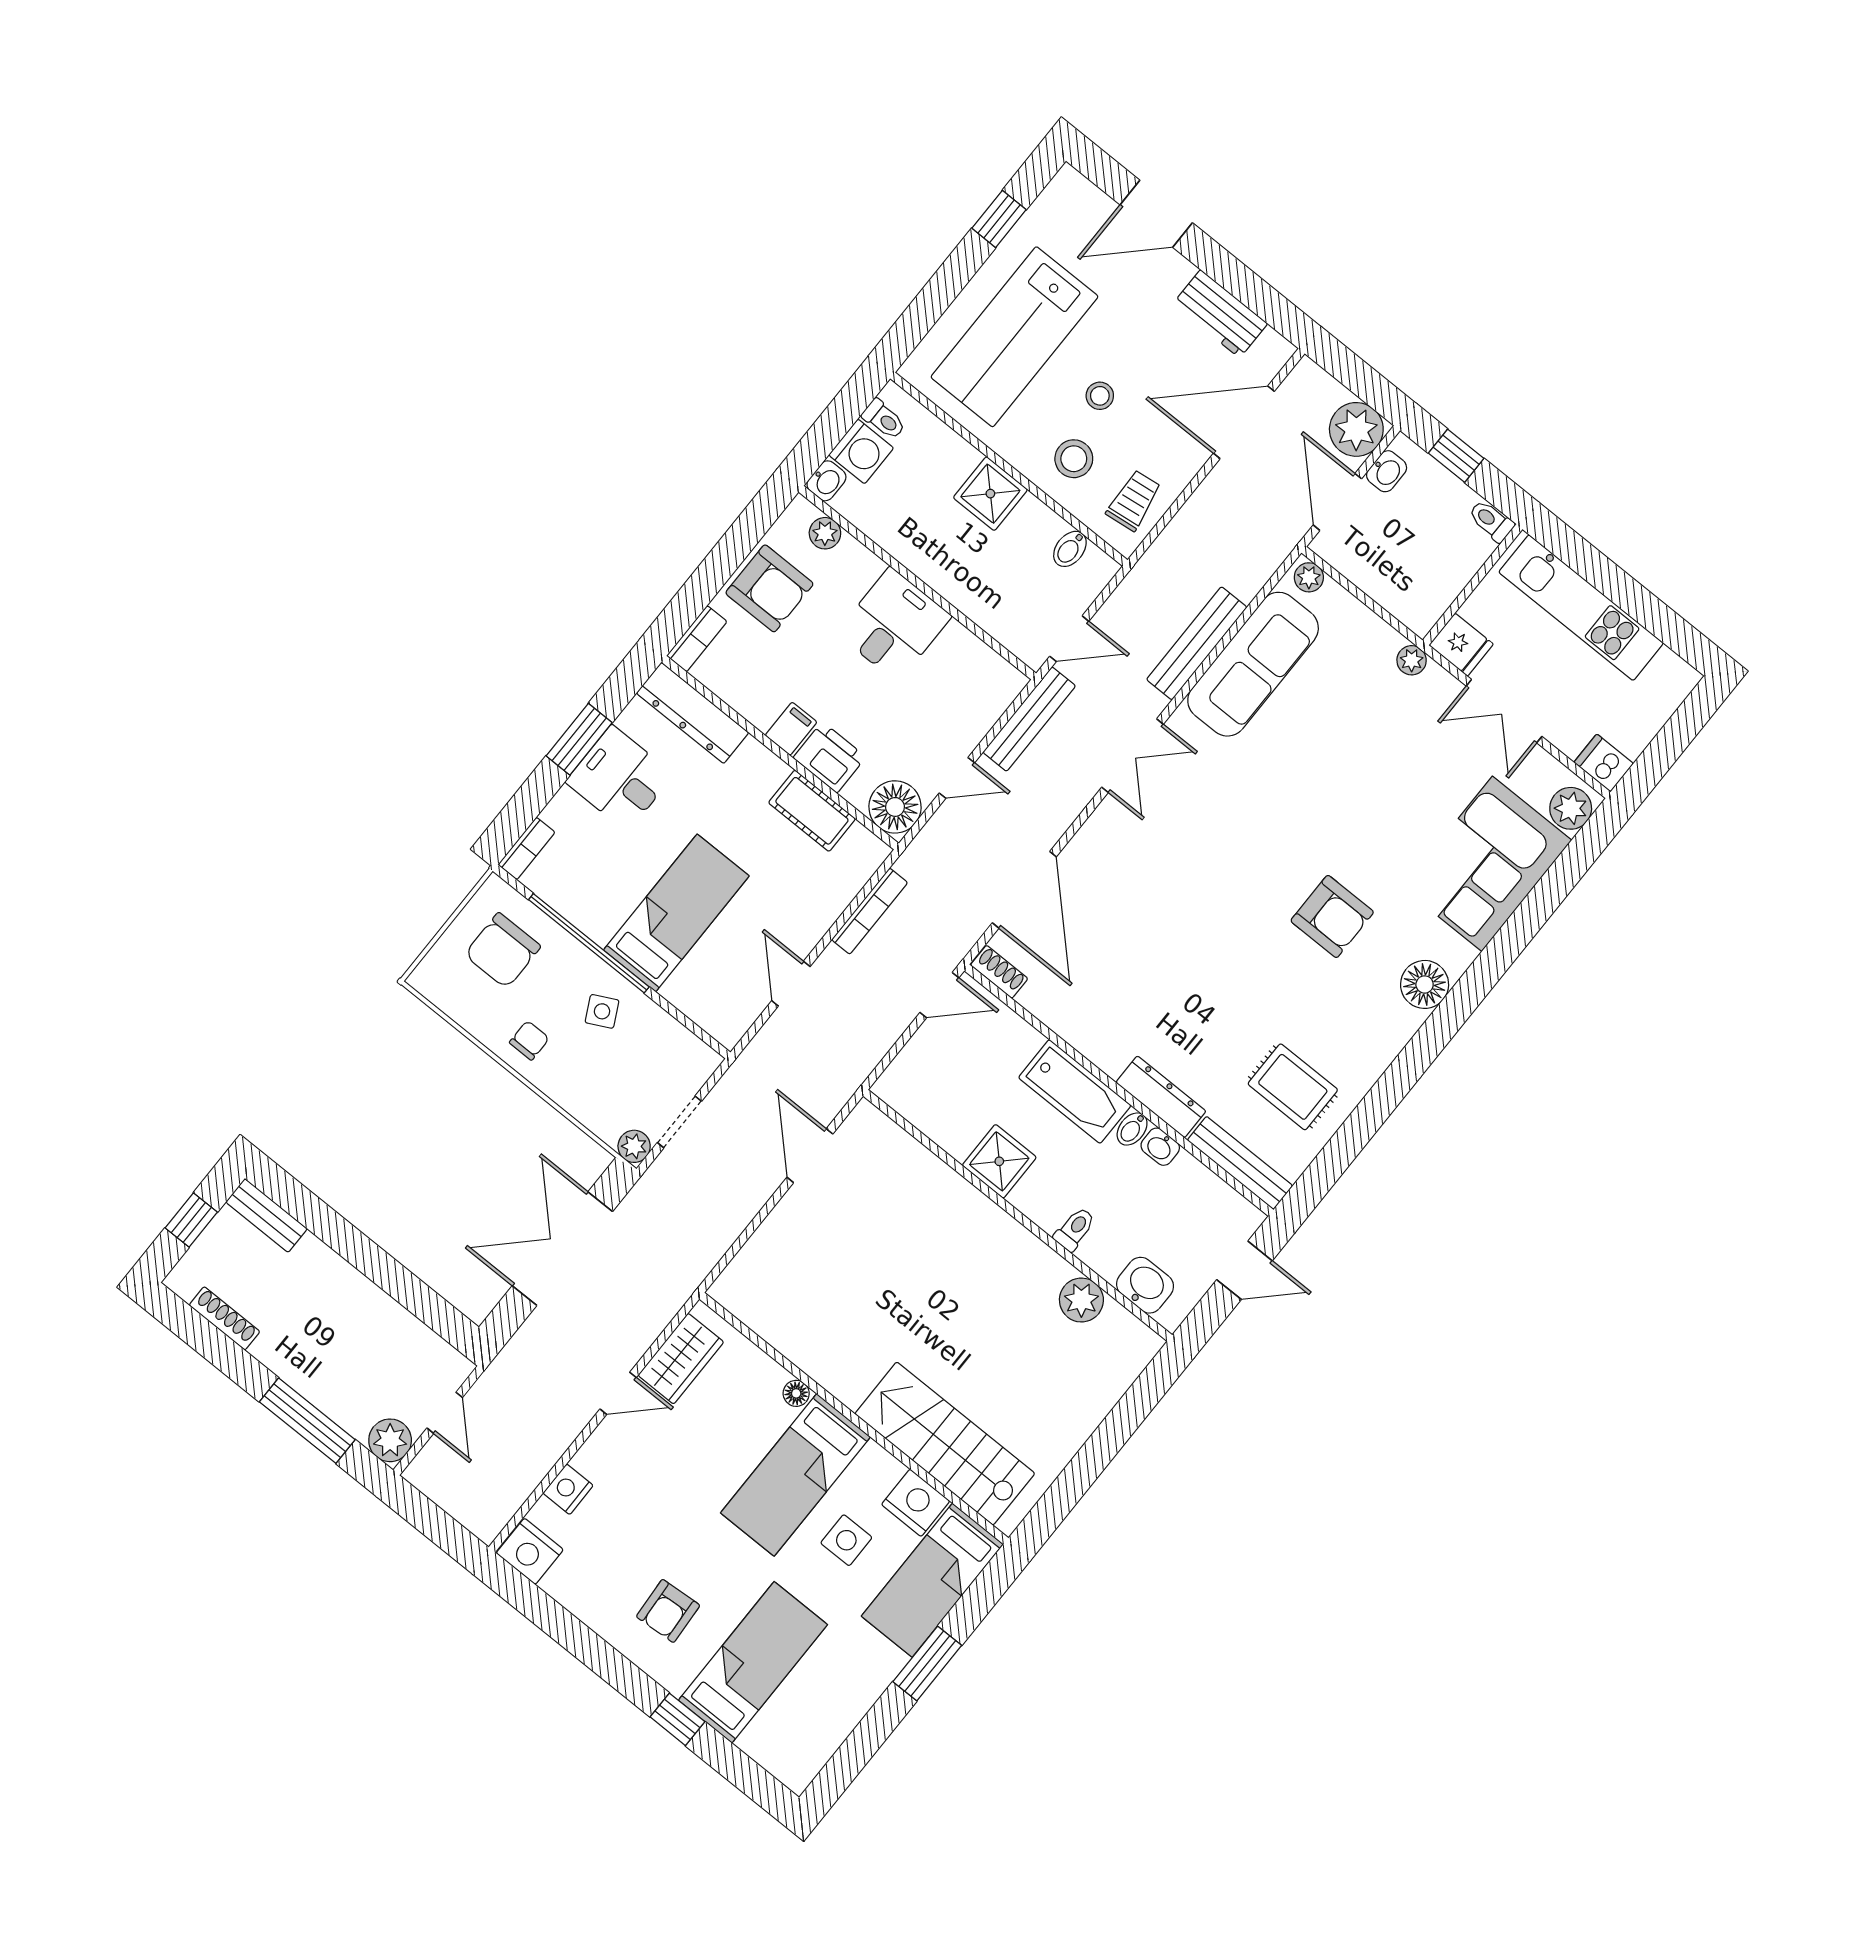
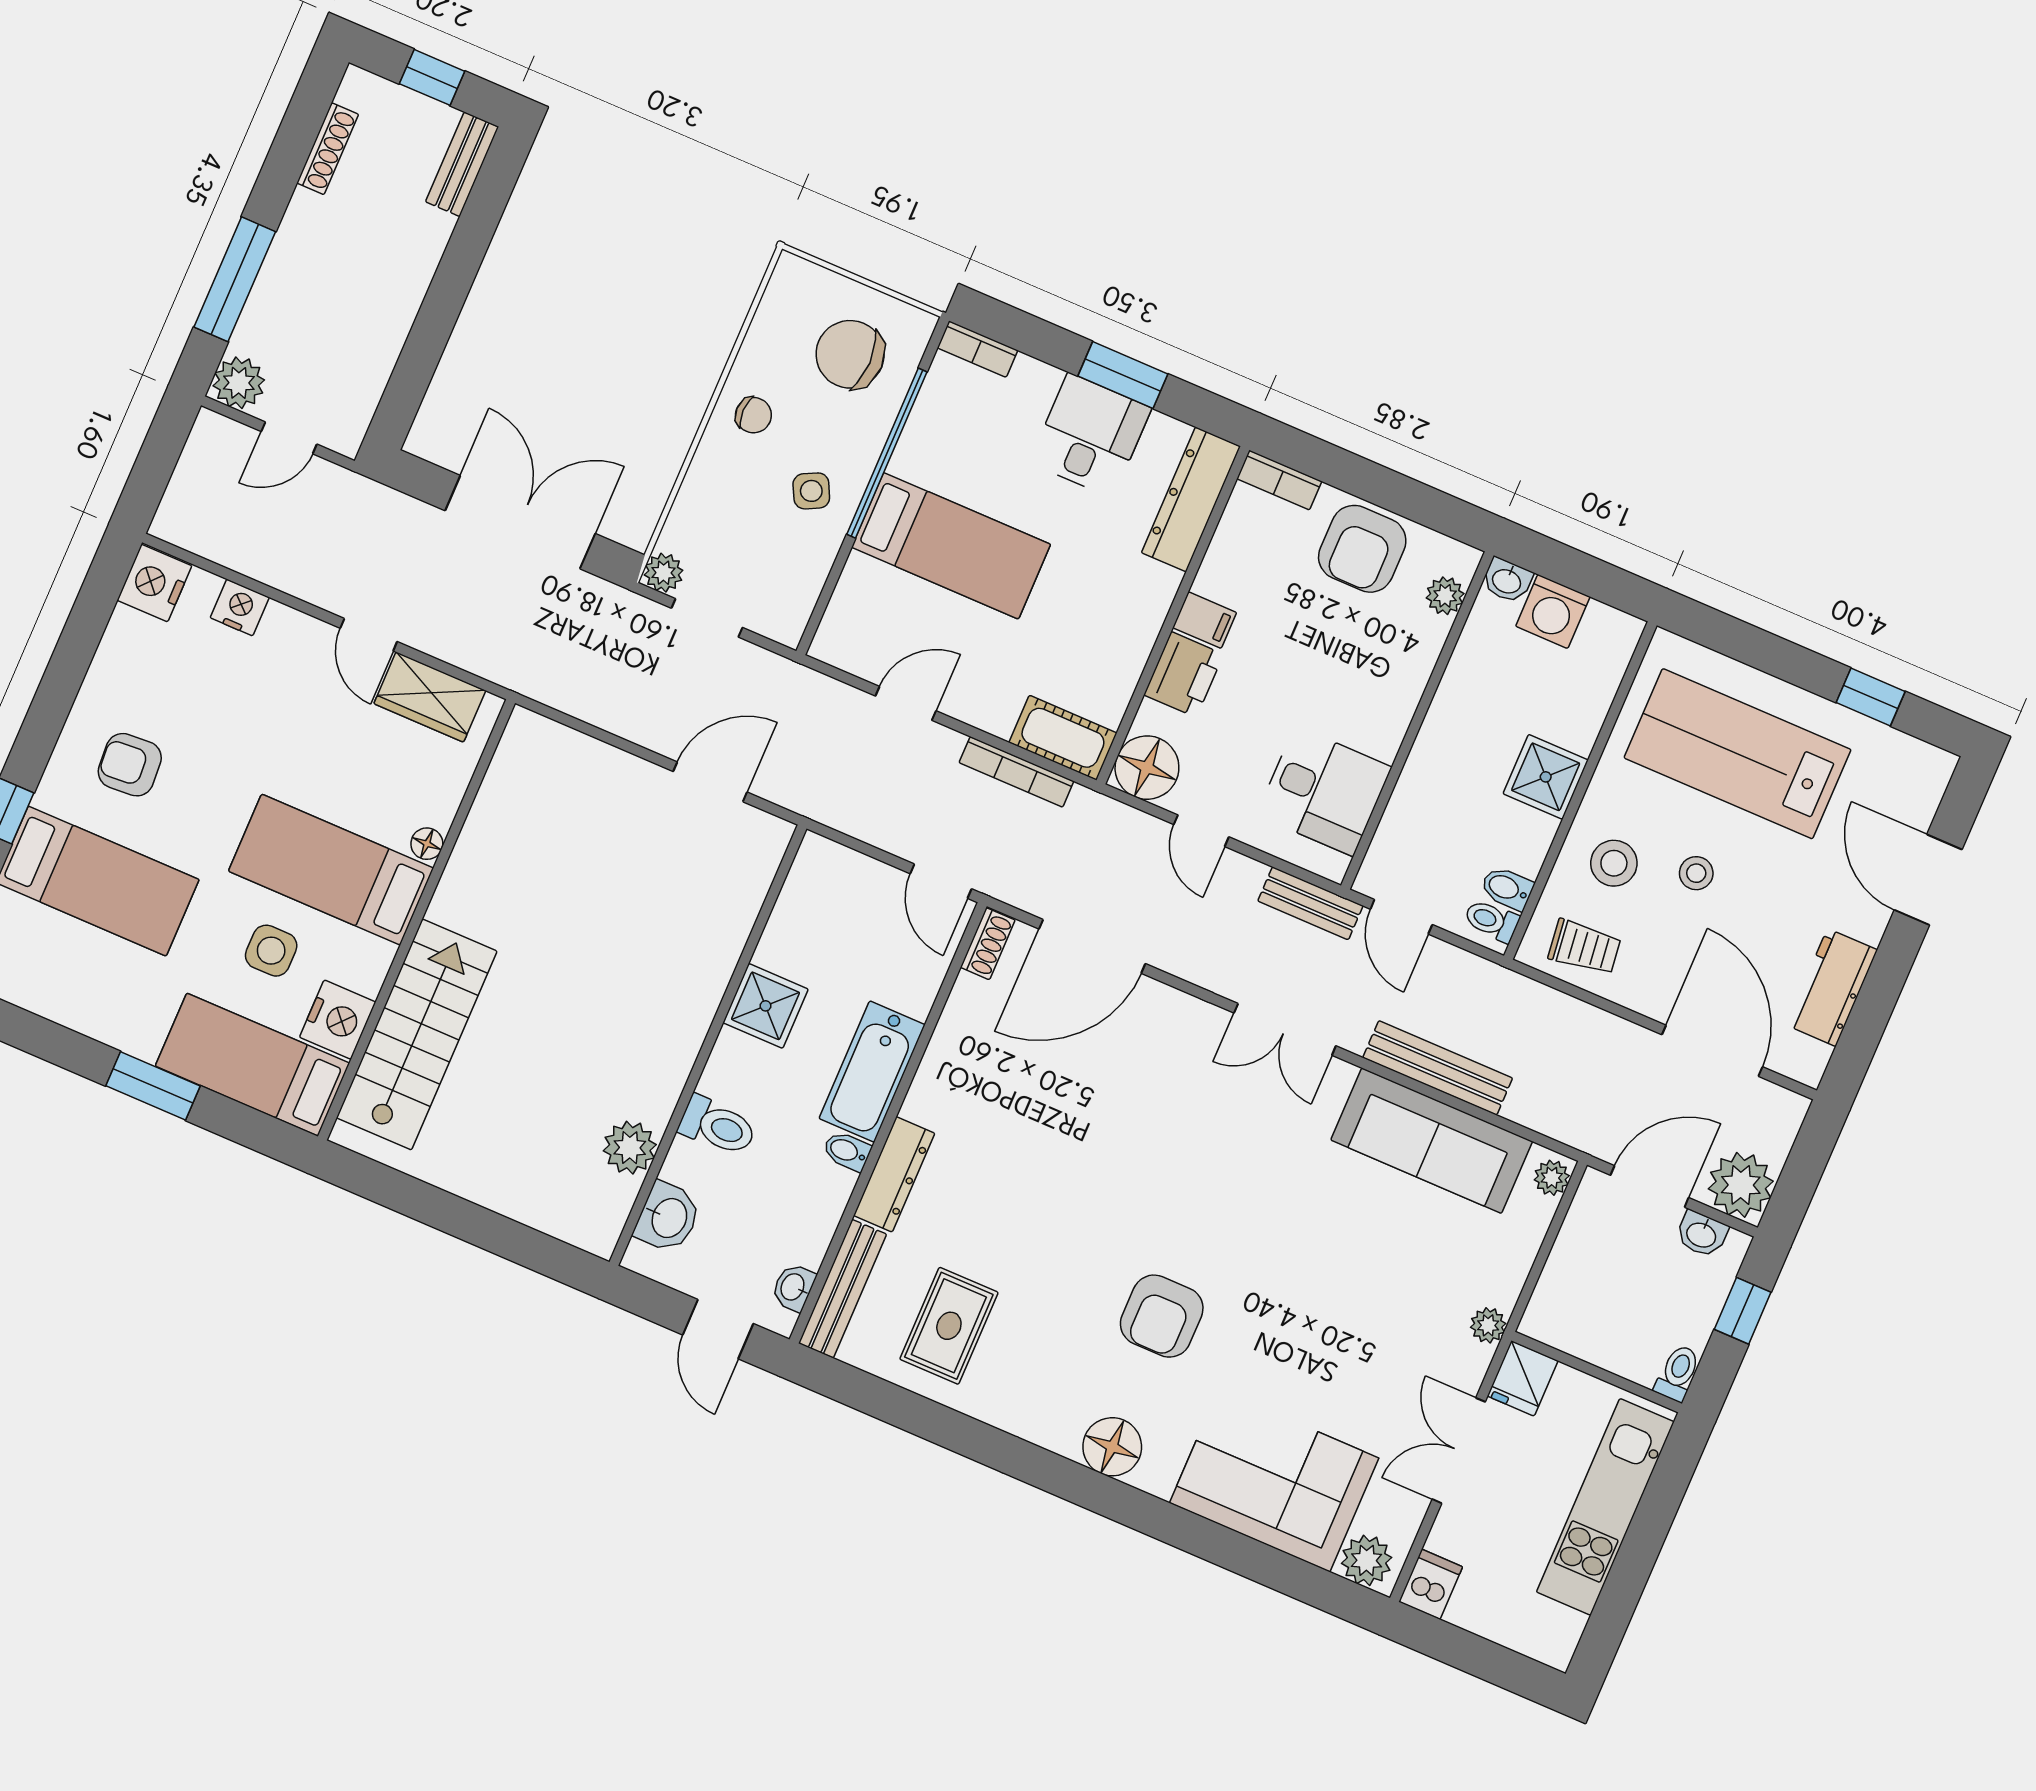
toilet: (884, 419) -> (1491, 921), moved, turned 90
desk: (894, 625) -> (1324, 791), moved
bench: (1029, 719) -> (1310, 903), width x0.73
cot: (812, 811) -> (1063, 738), moved, turned 90
washbasin: (1160, 1147) -> (793, 1287), moved
toilet: (1075, 1229) -> (718, 1126), width x1.37, depth x1.39

